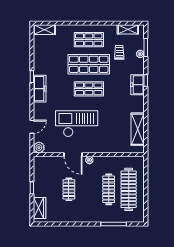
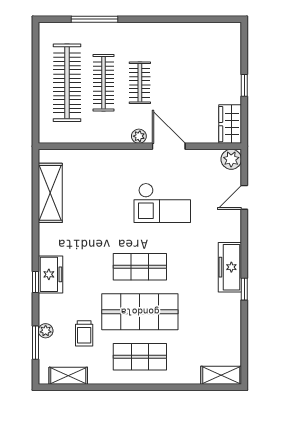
checkout: (77, 124) -> (162, 203), width x0.73, depth x0.83
clothes rail: (69, 189) -> (140, 83), moved
wardrobe: (39, 208) -> (230, 124), moved

